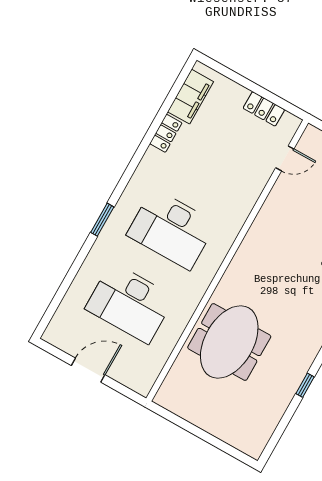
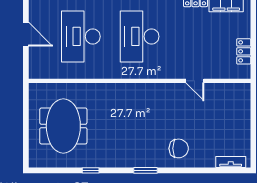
door: (285, 158) -> (195, 81), moved
meeting table: (229, 342) -> (63, 126), moved, turned 90

